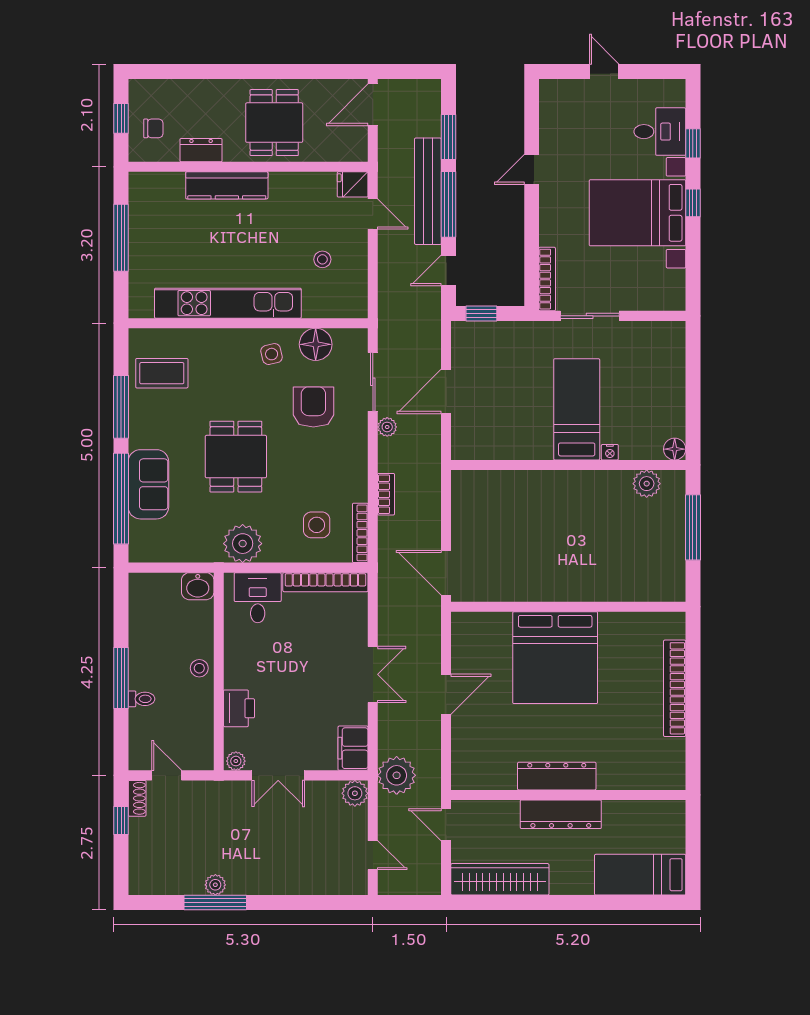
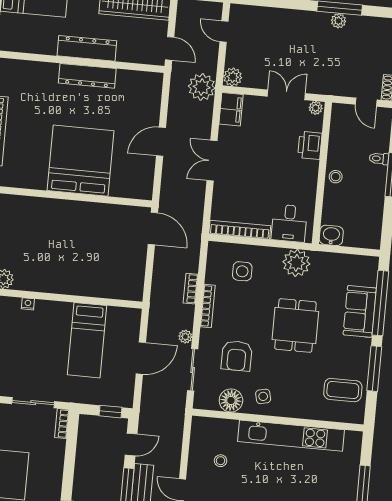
bookcase: (547, 279) -> (62, 424), width x0.64
bed: (577, 409) -> (87, 340), moved
bookcase: (360, 533) -> (208, 306), moved

